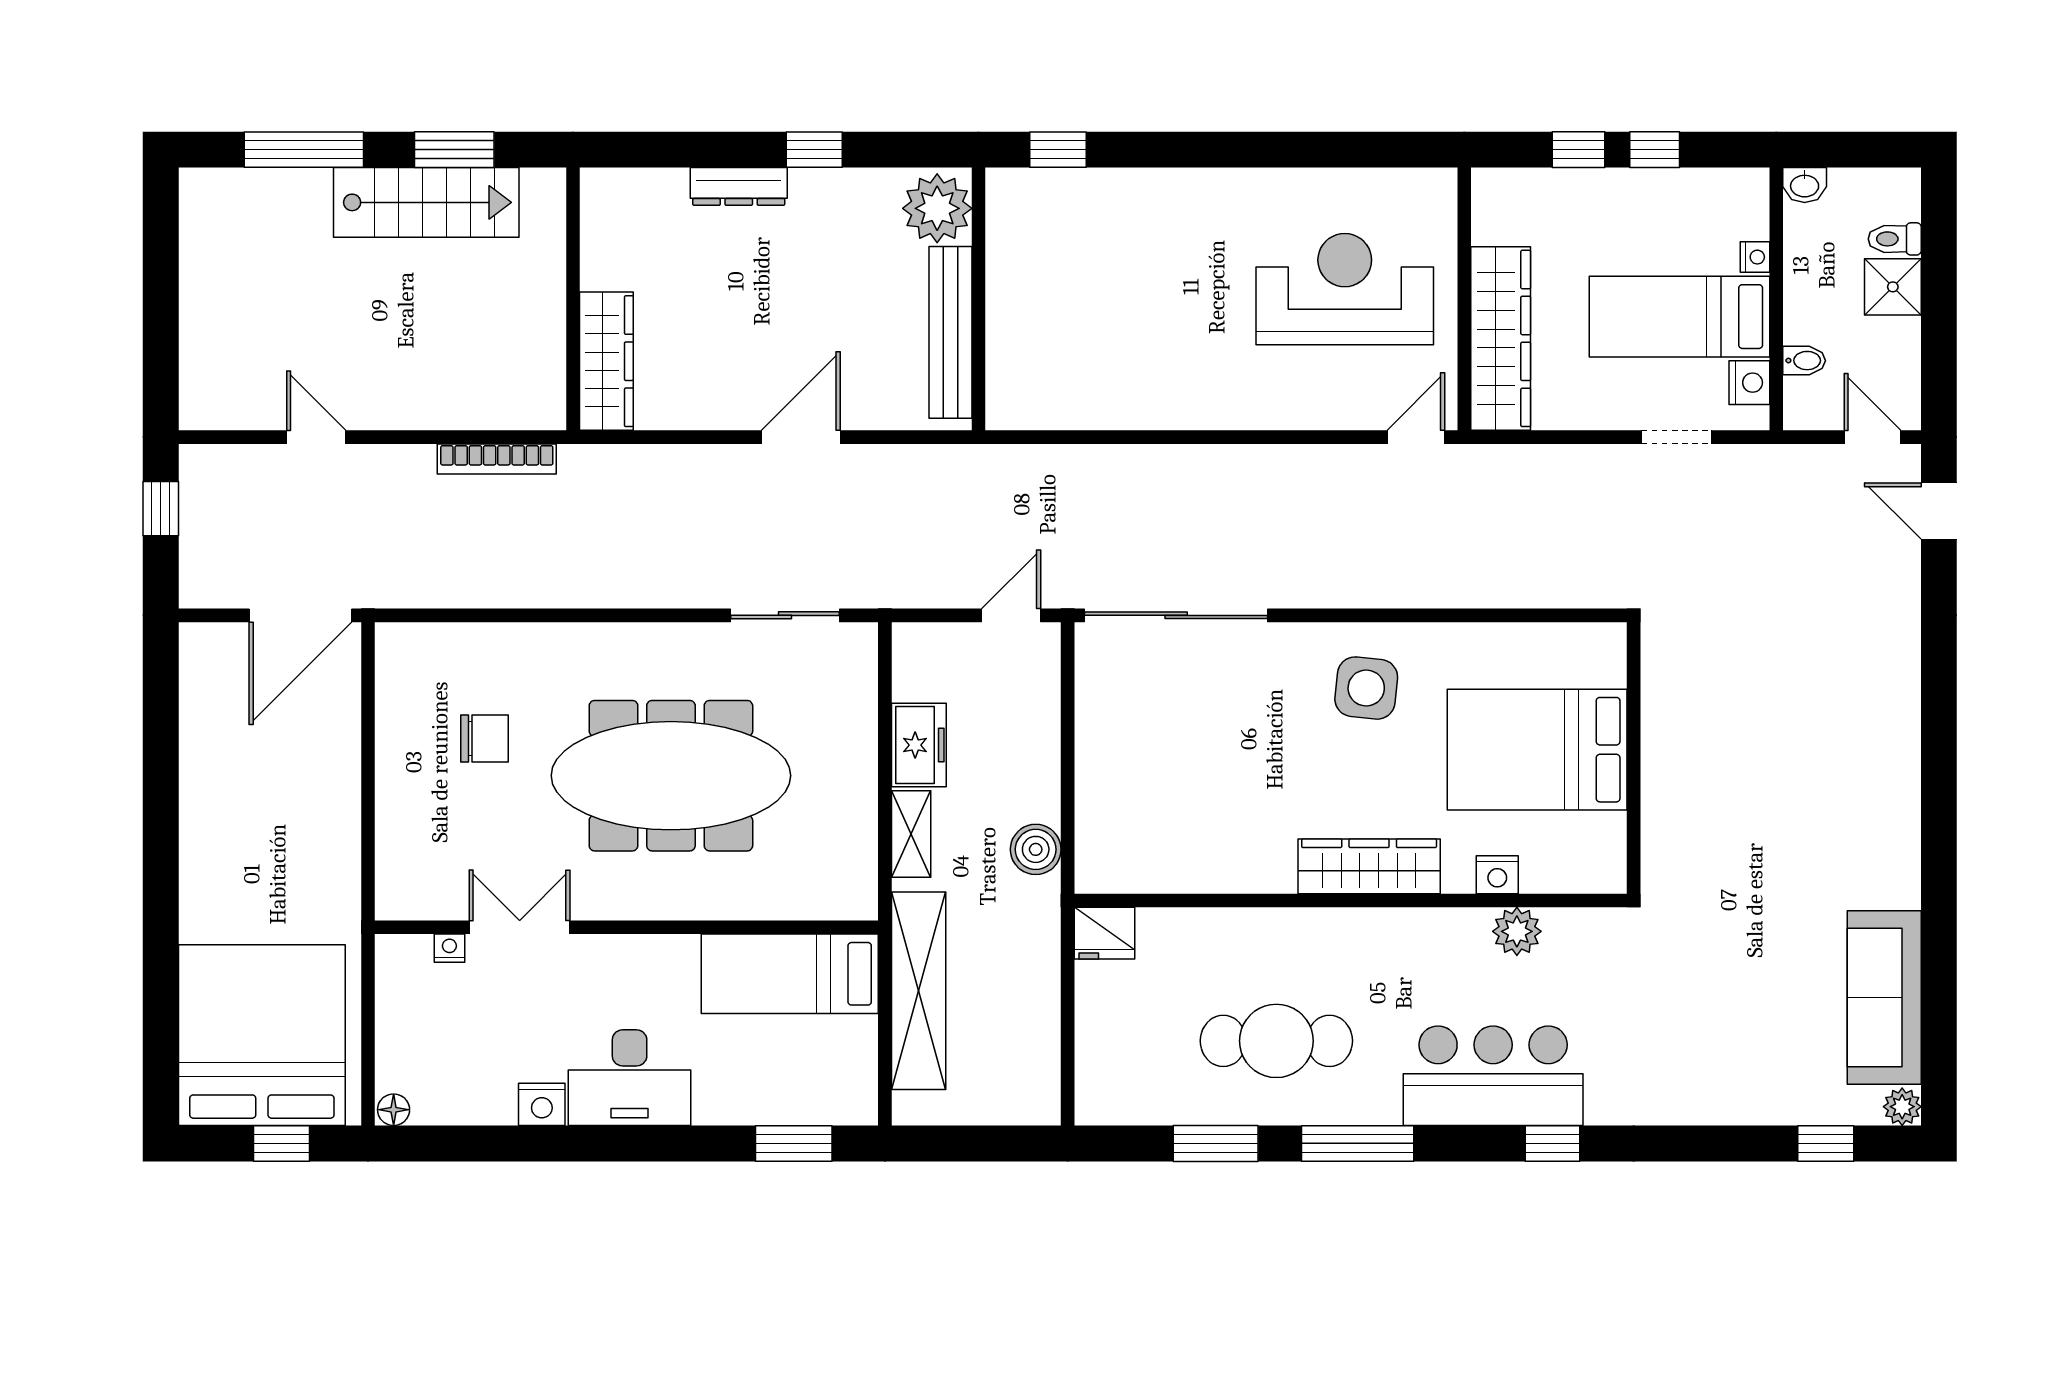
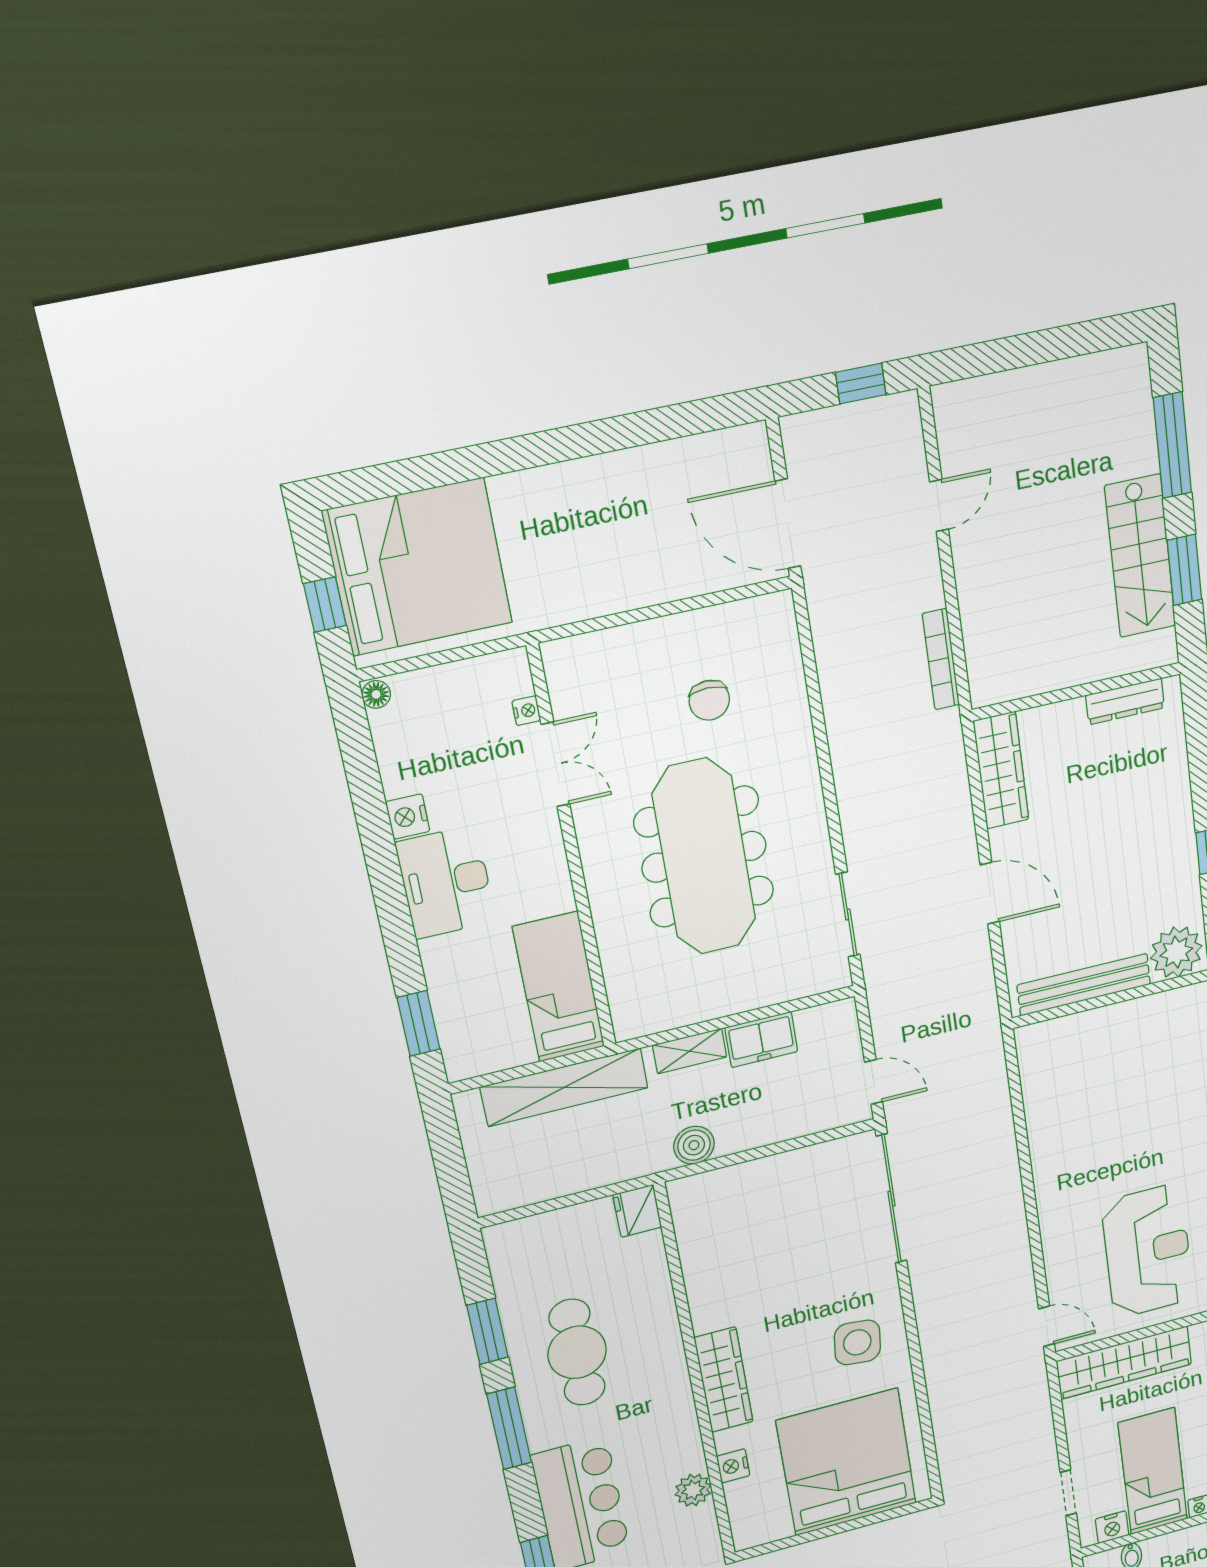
dresser: (739, 186) -> (1125, 701), moved, turned -90
wardrobe: (606, 361) -> (1001, 770), moved, turned -90
bed: (1537, 750) -> (847, 1462), width x1.36

